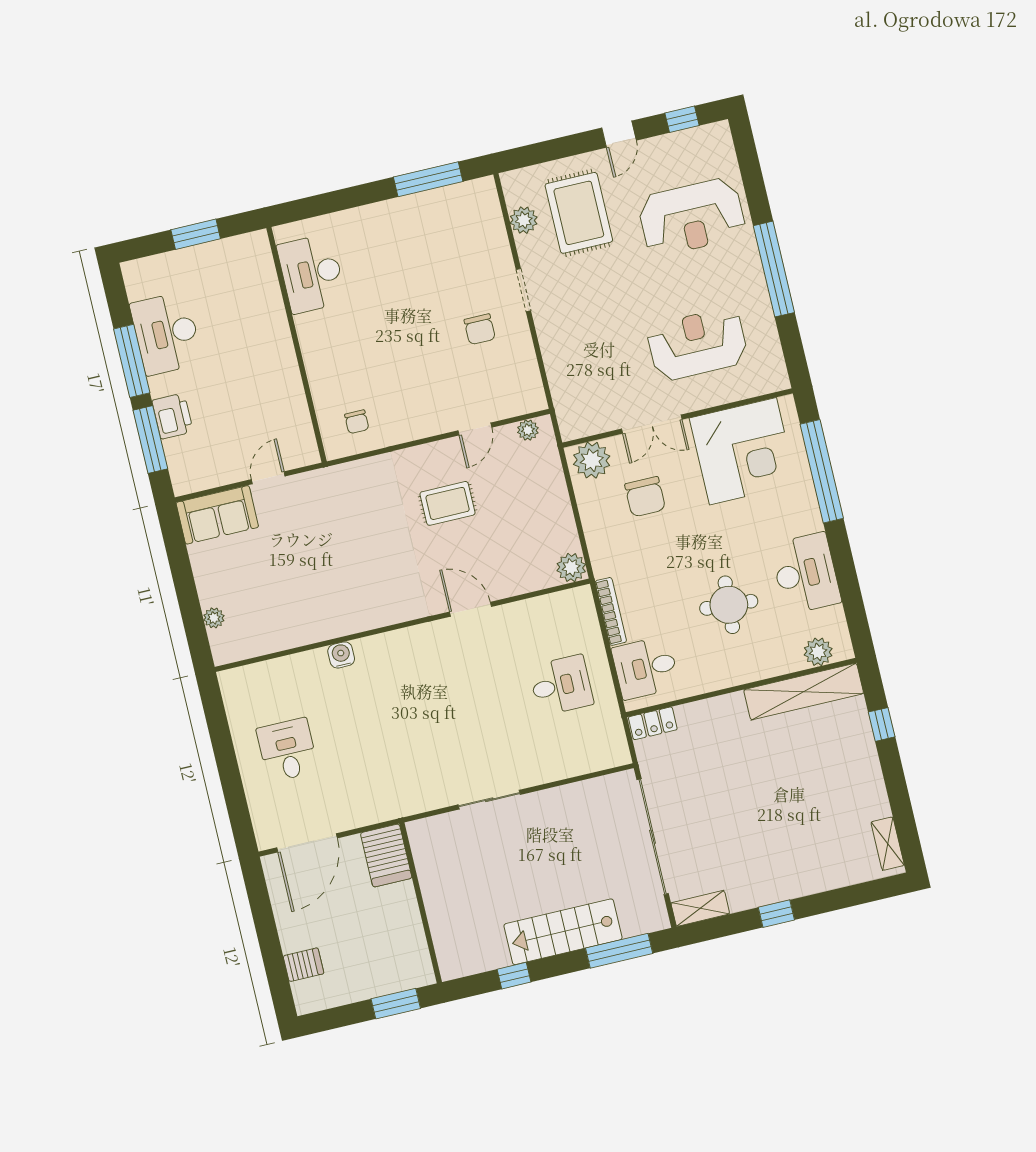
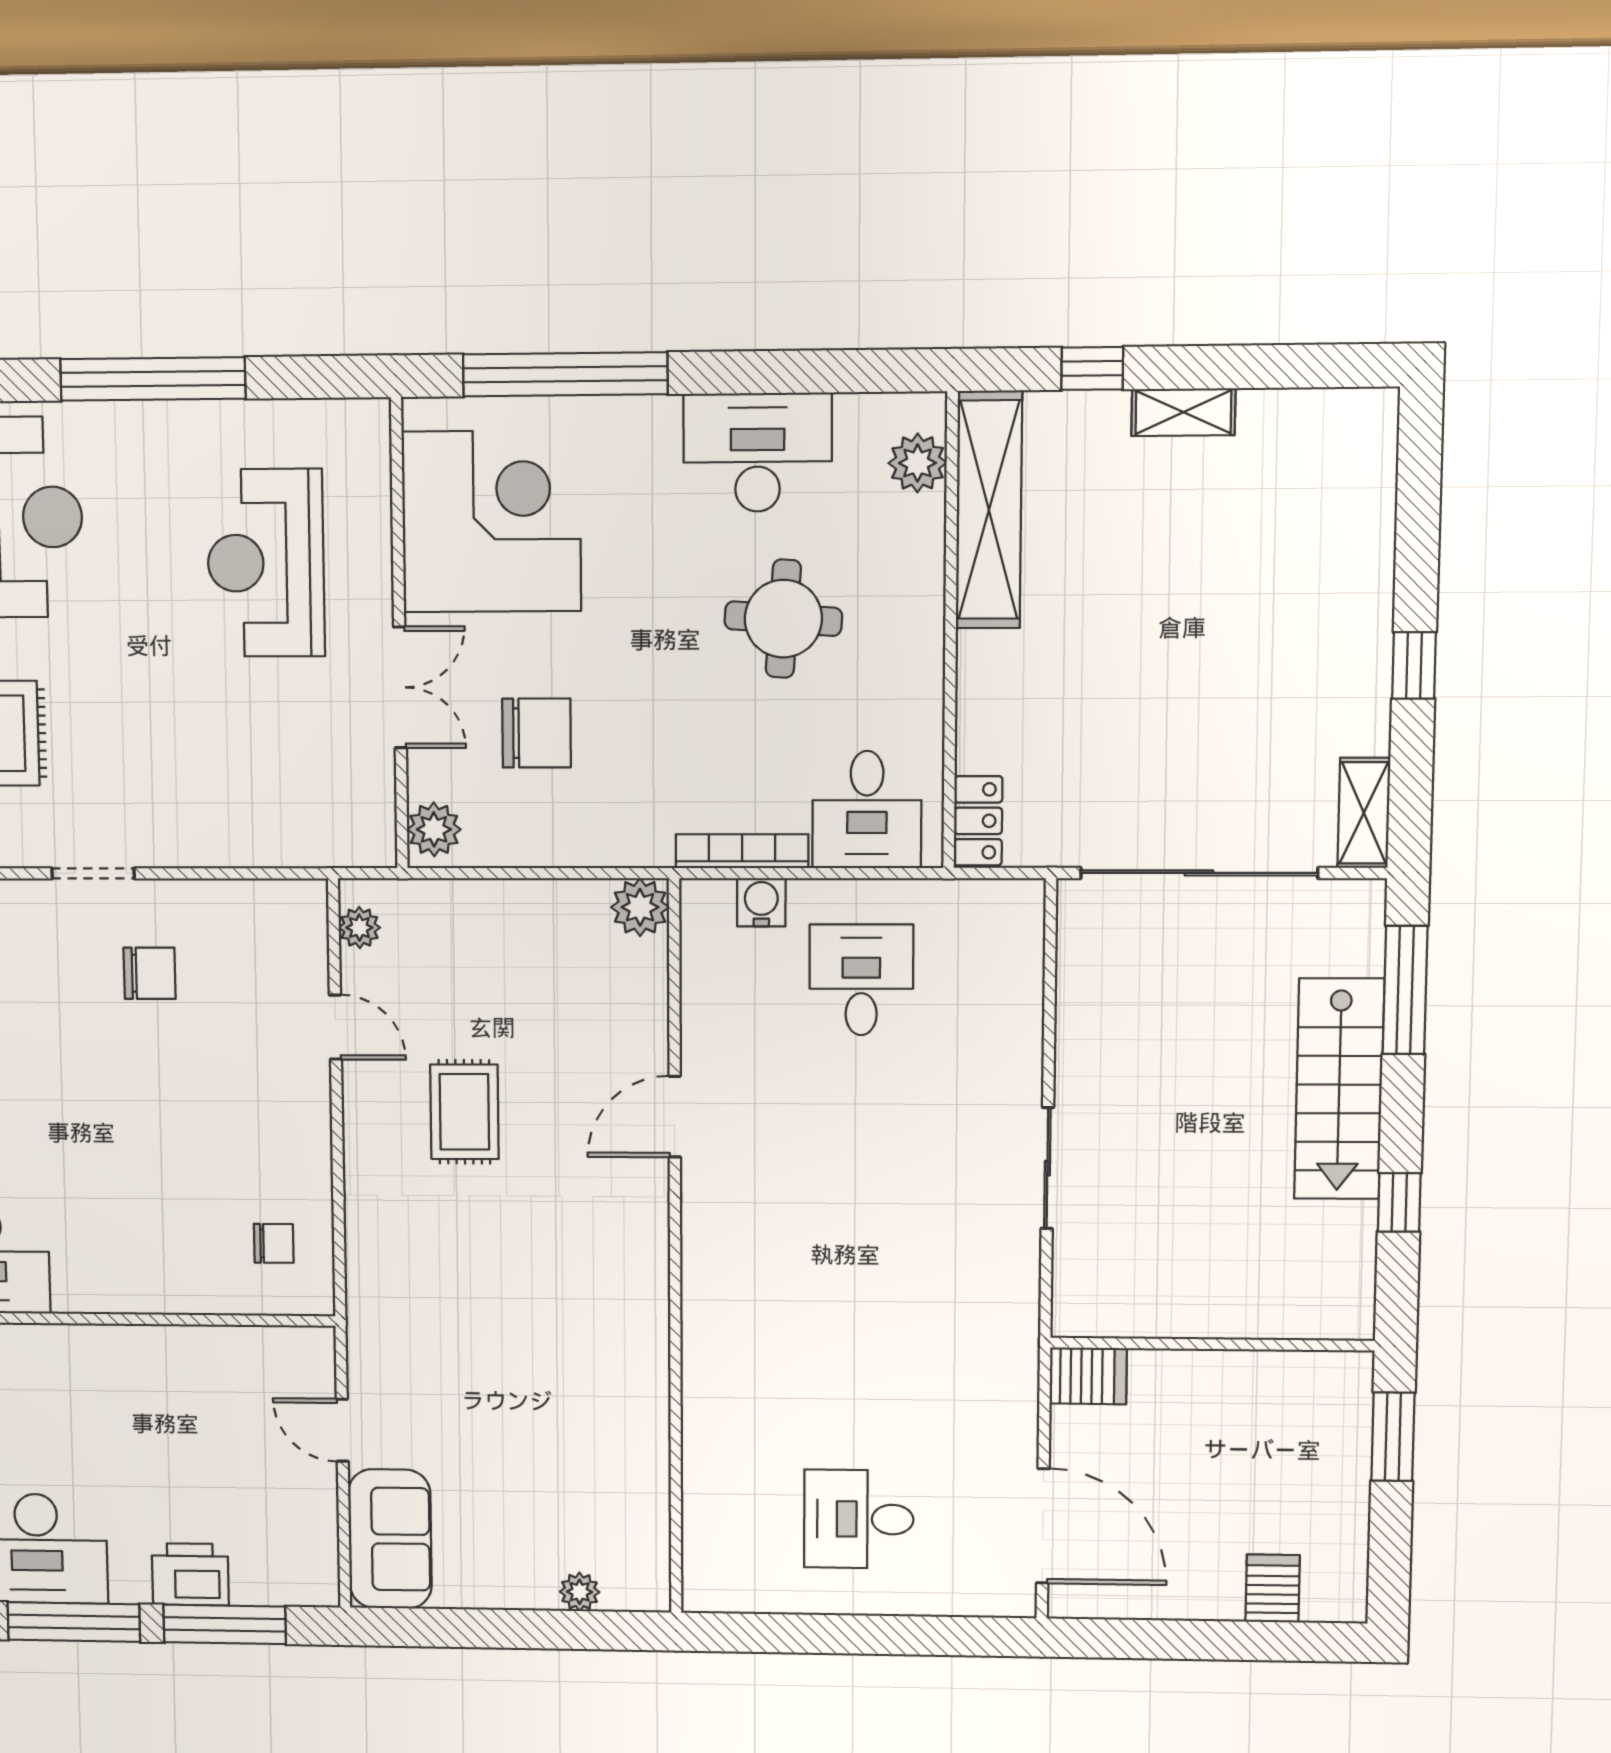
plant: (592, 460) -> (434, 829), width x0.73, depth x0.73
water cooler: (341, 655) -> (761, 902), moved, turned 90
shelving: (888, 844) -> (1183, 412), moved
server rack: (386, 856) -> (1088, 1376), width x0.73, depth x0.70

